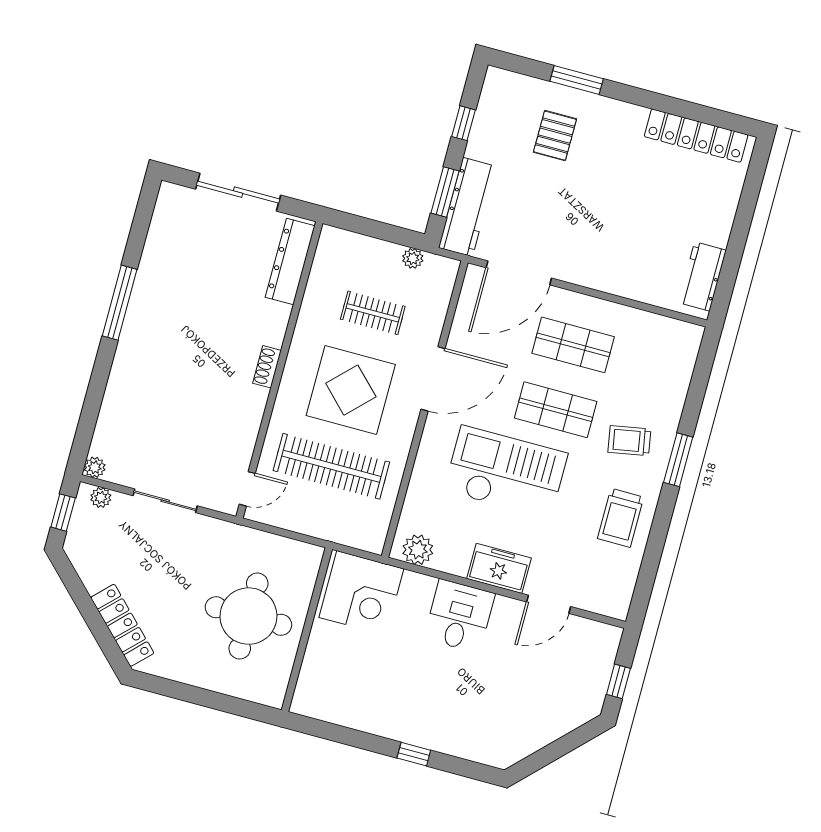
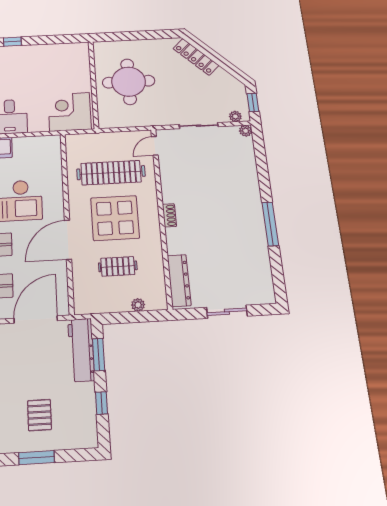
sliding door: (238, 192) -> (227, 312), width x0.73
plant: (413, 258) -> (138, 305), moved
plant: (418, 550) -> (45, 144), removed

